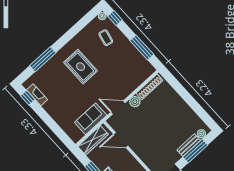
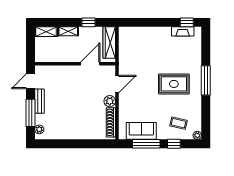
window: (115, 18) -> (174, 144), moved
window: (43, 59) -> (206, 80), moved
sofa: (91, 119) -> (141, 131), moved, turned -90
bench: (189, 145) -> (39, 101), moved

